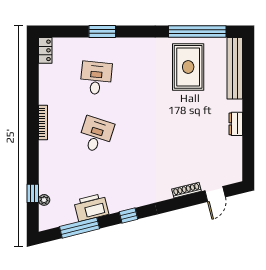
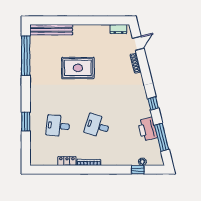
locker: (45, 50) -> (67, 161), moved
rug: (188, 67) -> (78, 68), moved
dresser: (236, 124) -> (118, 29), moved
door: (215, 194) -> (138, 43), hinge flipped

